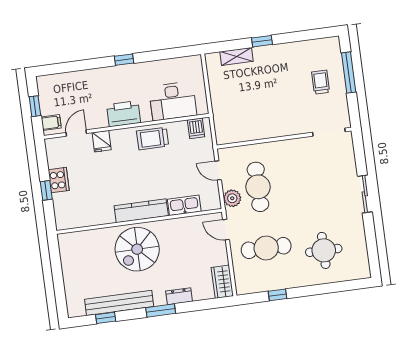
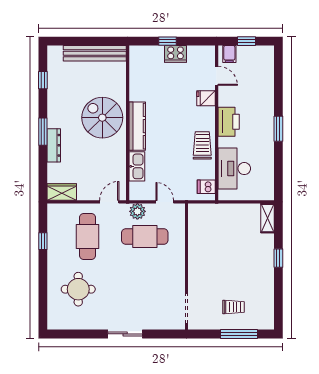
shelving: (237, 56) -> (267, 218), moved
window: (124, 60) -> (278, 129), width x1.50
door: (218, 170) -> (165, 202), hinge flipped
dresser: (179, 296) -> (54, 145), width x1.44
bench: (119, 303) -> (95, 53), moved, turned 90

